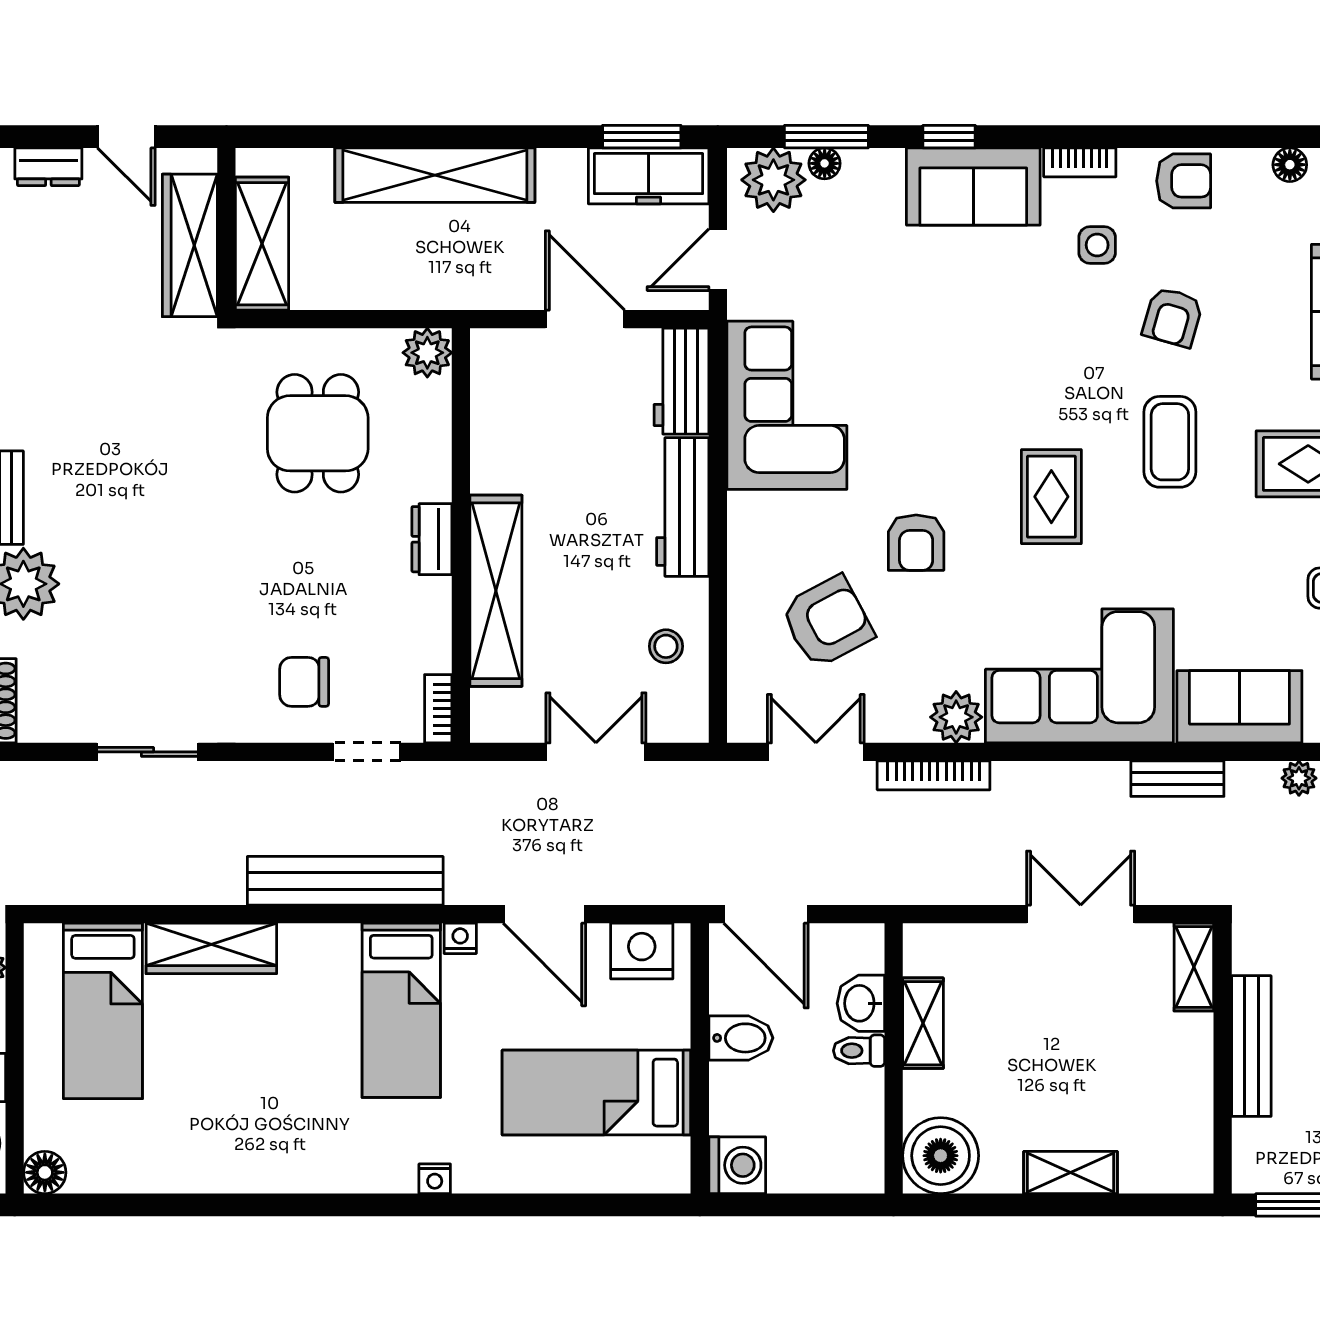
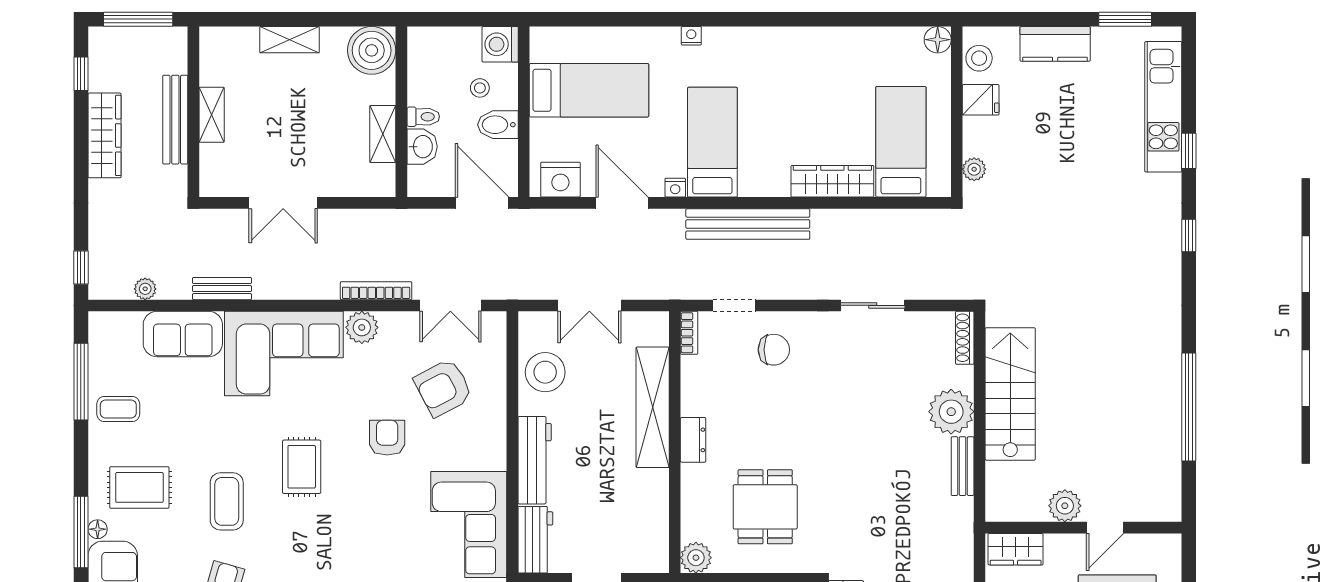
stool: (666, 646) -> (545, 372), width x1.89, depth x1.89
shelving: (1194, 967) -> (212, 115), moved
stool: (769, 1096) -> (480, 88), added

